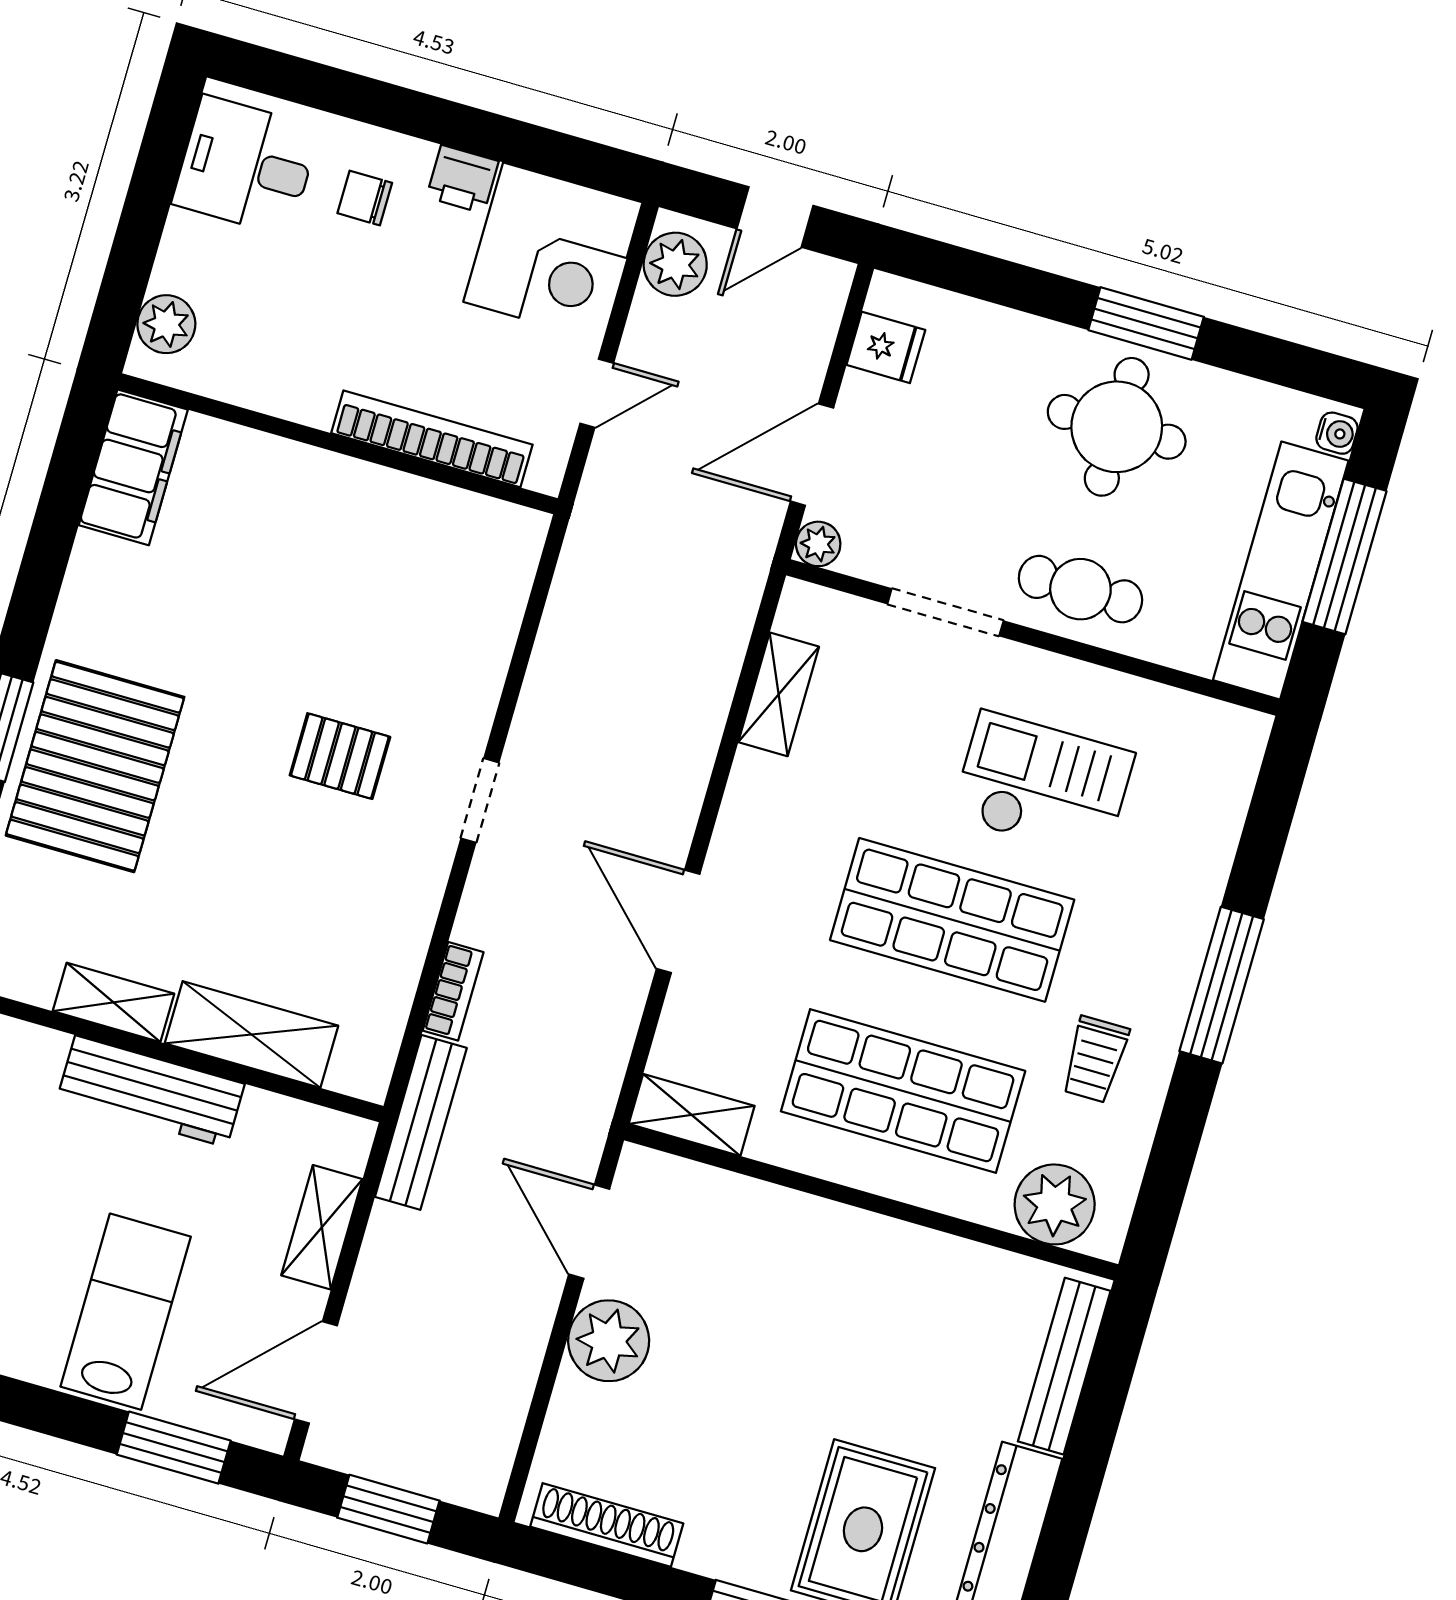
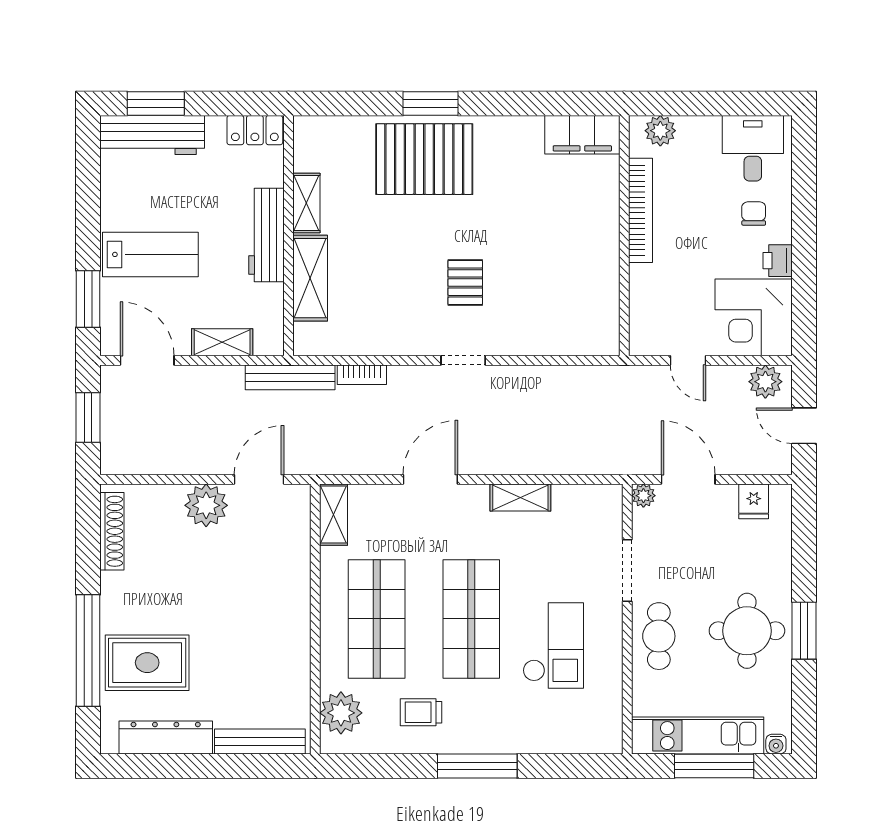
bookcase: (432, 439) -> (641, 210), moved
shelving: (779, 694) -> (520, 497), moved

